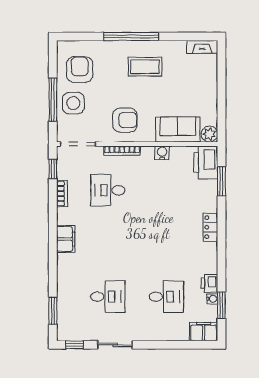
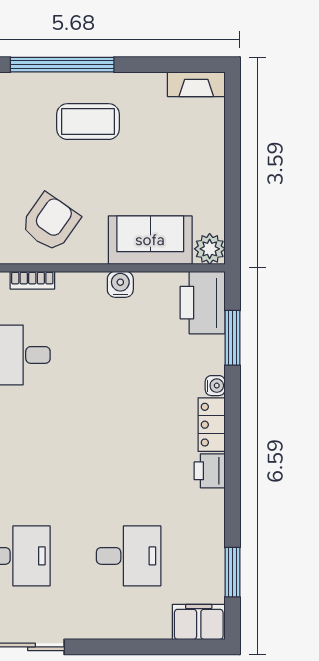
armchair: (125, 120) -> (50, 222), turned -55
bookcase: (122, 151) -> (32, 280), width x0.64
printer: (209, 283) -> (210, 471), moved
water cooler: (212, 299) -> (215, 386), moved

